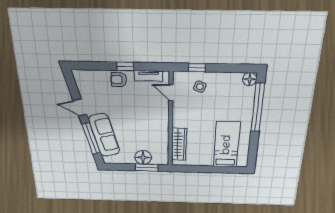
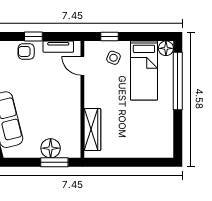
bed: (227, 145) -> (144, 70), moved, turned 180

